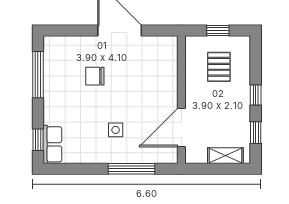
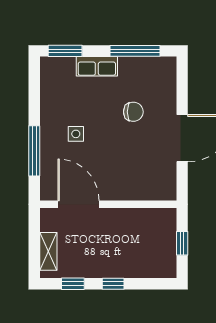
pallet: (219, 67) -> (143, 244), removed
chair: (95, 76) -> (133, 112), turned 90
window: (38, 140) -> (65, 51), width x1.50
row of seats: (52, 144) -> (97, 66), moved

